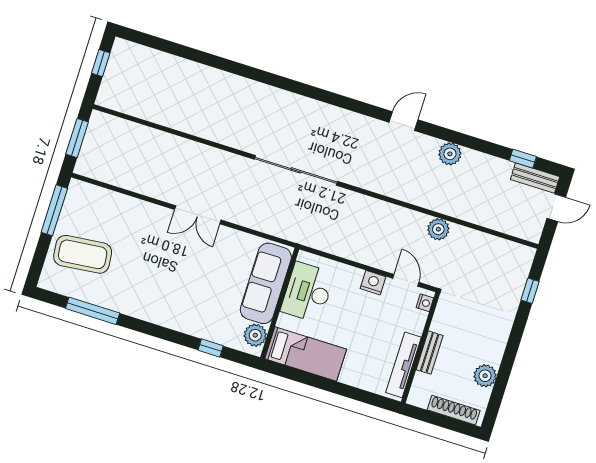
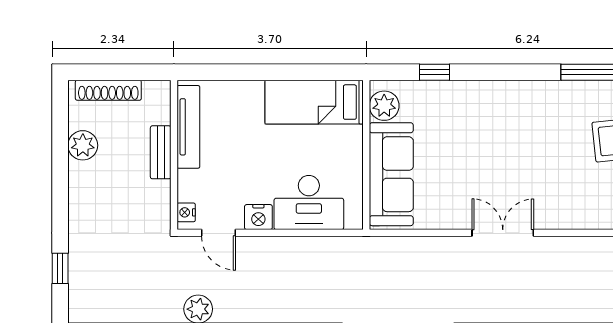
desk: (308, 292) -> (309, 202), moved, turned 90

